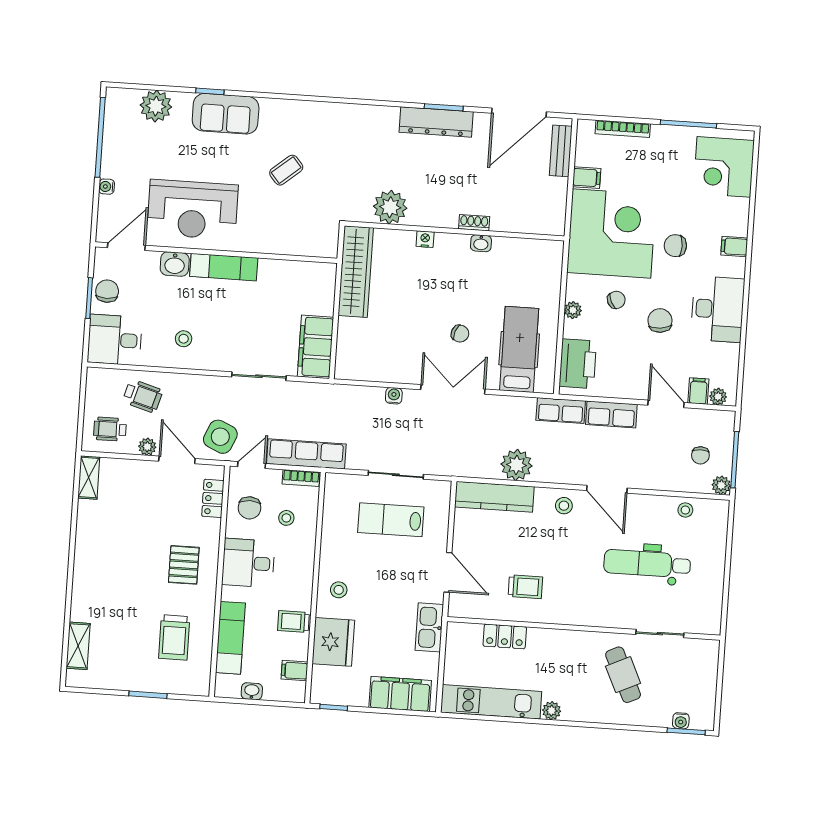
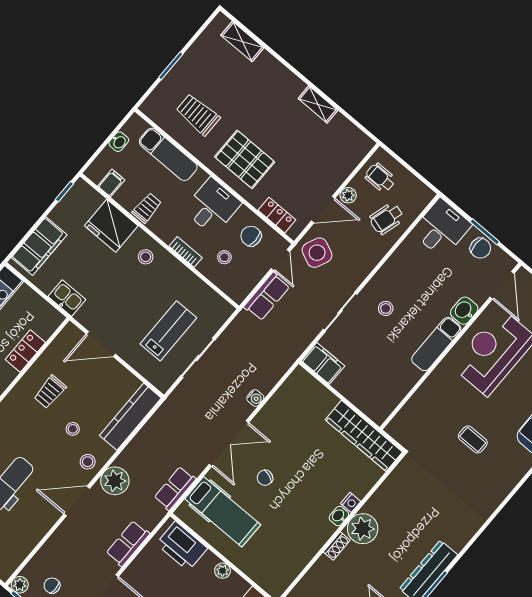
coffee table: (286, 170) -> (473, 439), turned -50
plant: (390, 207) -> (363, 529), moved
washbasin: (481, 243) -> (339, 516), moved
stool: (184, 339) -> (386, 308), moved
filing cabinet: (315, 347) -> (323, 363), width x0.67, depth x0.86
row of seats: (561, 411) -> (175, 488), moved
wheelchair: (110, 429) -> (380, 178), turned -90
row of seats: (306, 454) -> (267, 296), width x0.68
plant: (517, 465) -> (115, 481), moved
shelving: (89, 477) -> (318, 104), moved
bookcase: (301, 478) -> (186, 252), moved, turned 90
stool: (685, 510) -> (73, 429), moved
pallet: (184, 565) -> (245, 159), width x1.50, depth x1.42
kitchen sink: (429, 627) -> (67, 298), width x0.73

